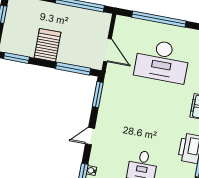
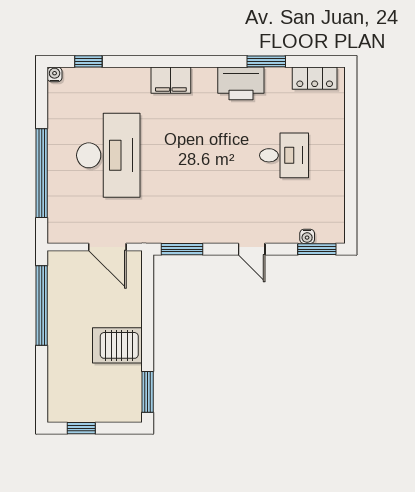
door: (107, 50) -> (107, 247), swing flipped
window: (73, 69) -> (148, 297), removed

